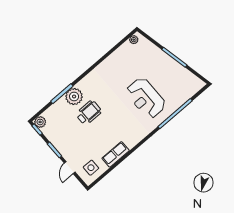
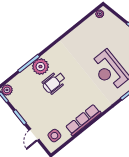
wheelchair: (89, 113) -> (54, 83), turned 180
row of seats: (116, 154) -> (83, 120), width x1.48

